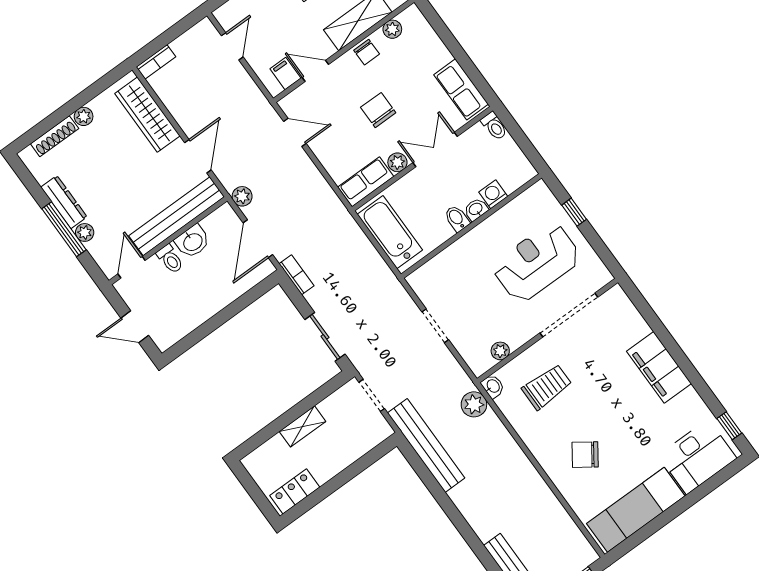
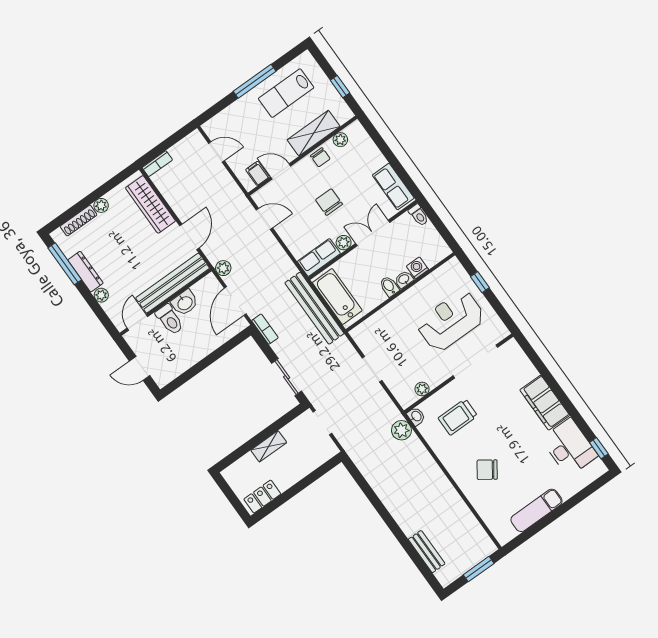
door: (232, 46) -> (216, 152), hinge flipped
window: (64, 229) -> (65, 264), moved
toilet: (170, 259) -> (170, 319), width x1.37, depth x1.39
trolley: (547, 387) -> (458, 417), turned 180
bench: (426, 445) -> (314, 308), moved
desk: (697, 457) -> (569, 447), moved, turned -90
exam couch: (636, 510) -> (537, 510), width x0.73, depth x0.69

